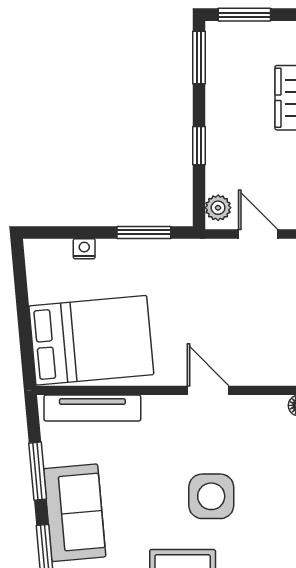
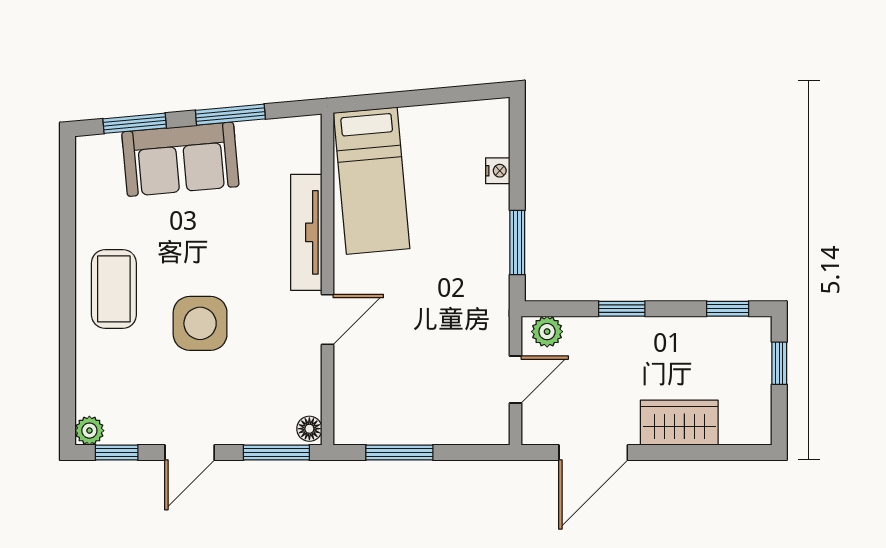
window: (244, 15) -> (779, 363), width x0.67
window: (199, 57) -> (728, 309), width x0.67
bed: (91, 340) -> (372, 181), width x0.67
tv unit: (92, 408) -> (306, 232), moved

